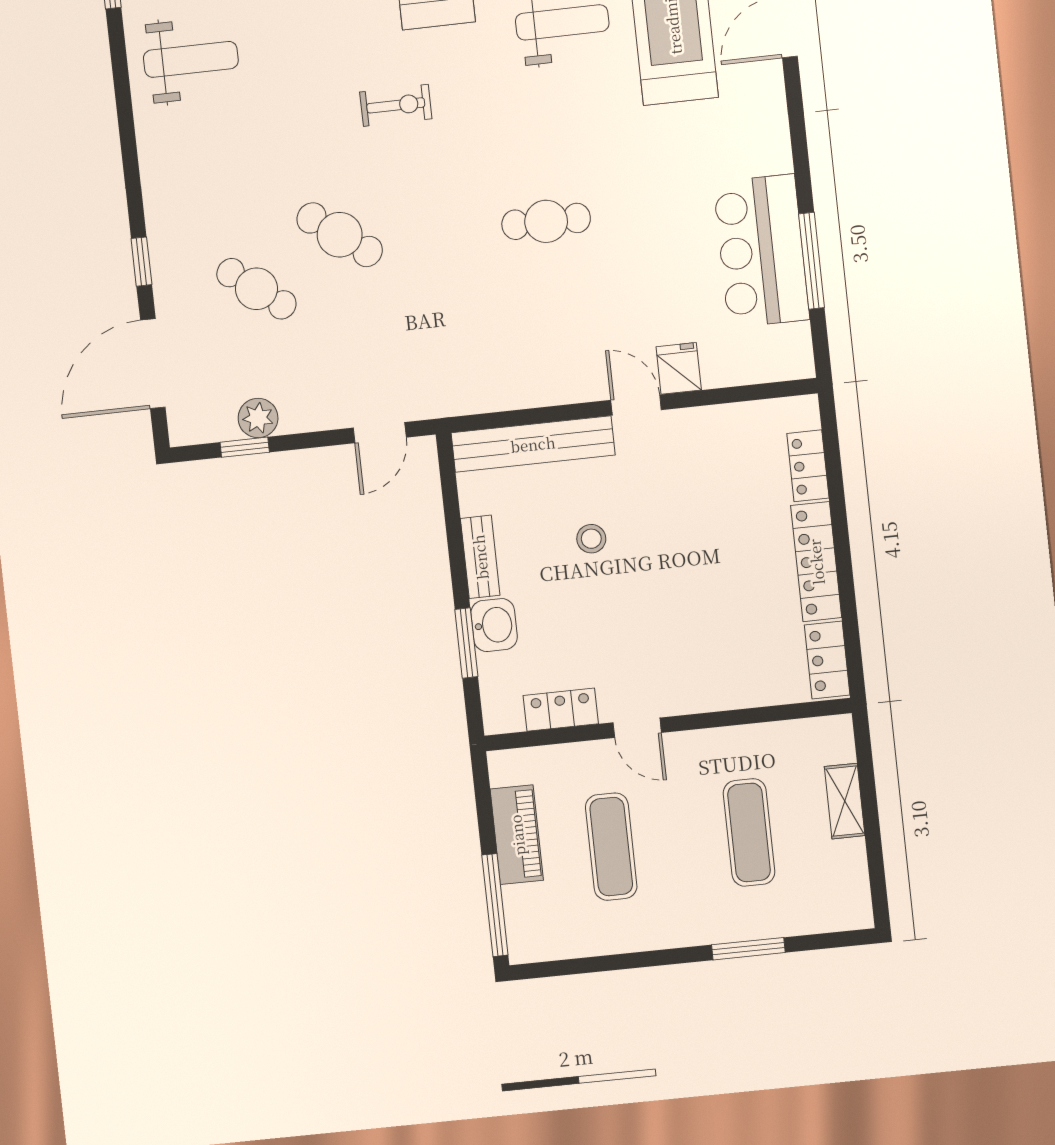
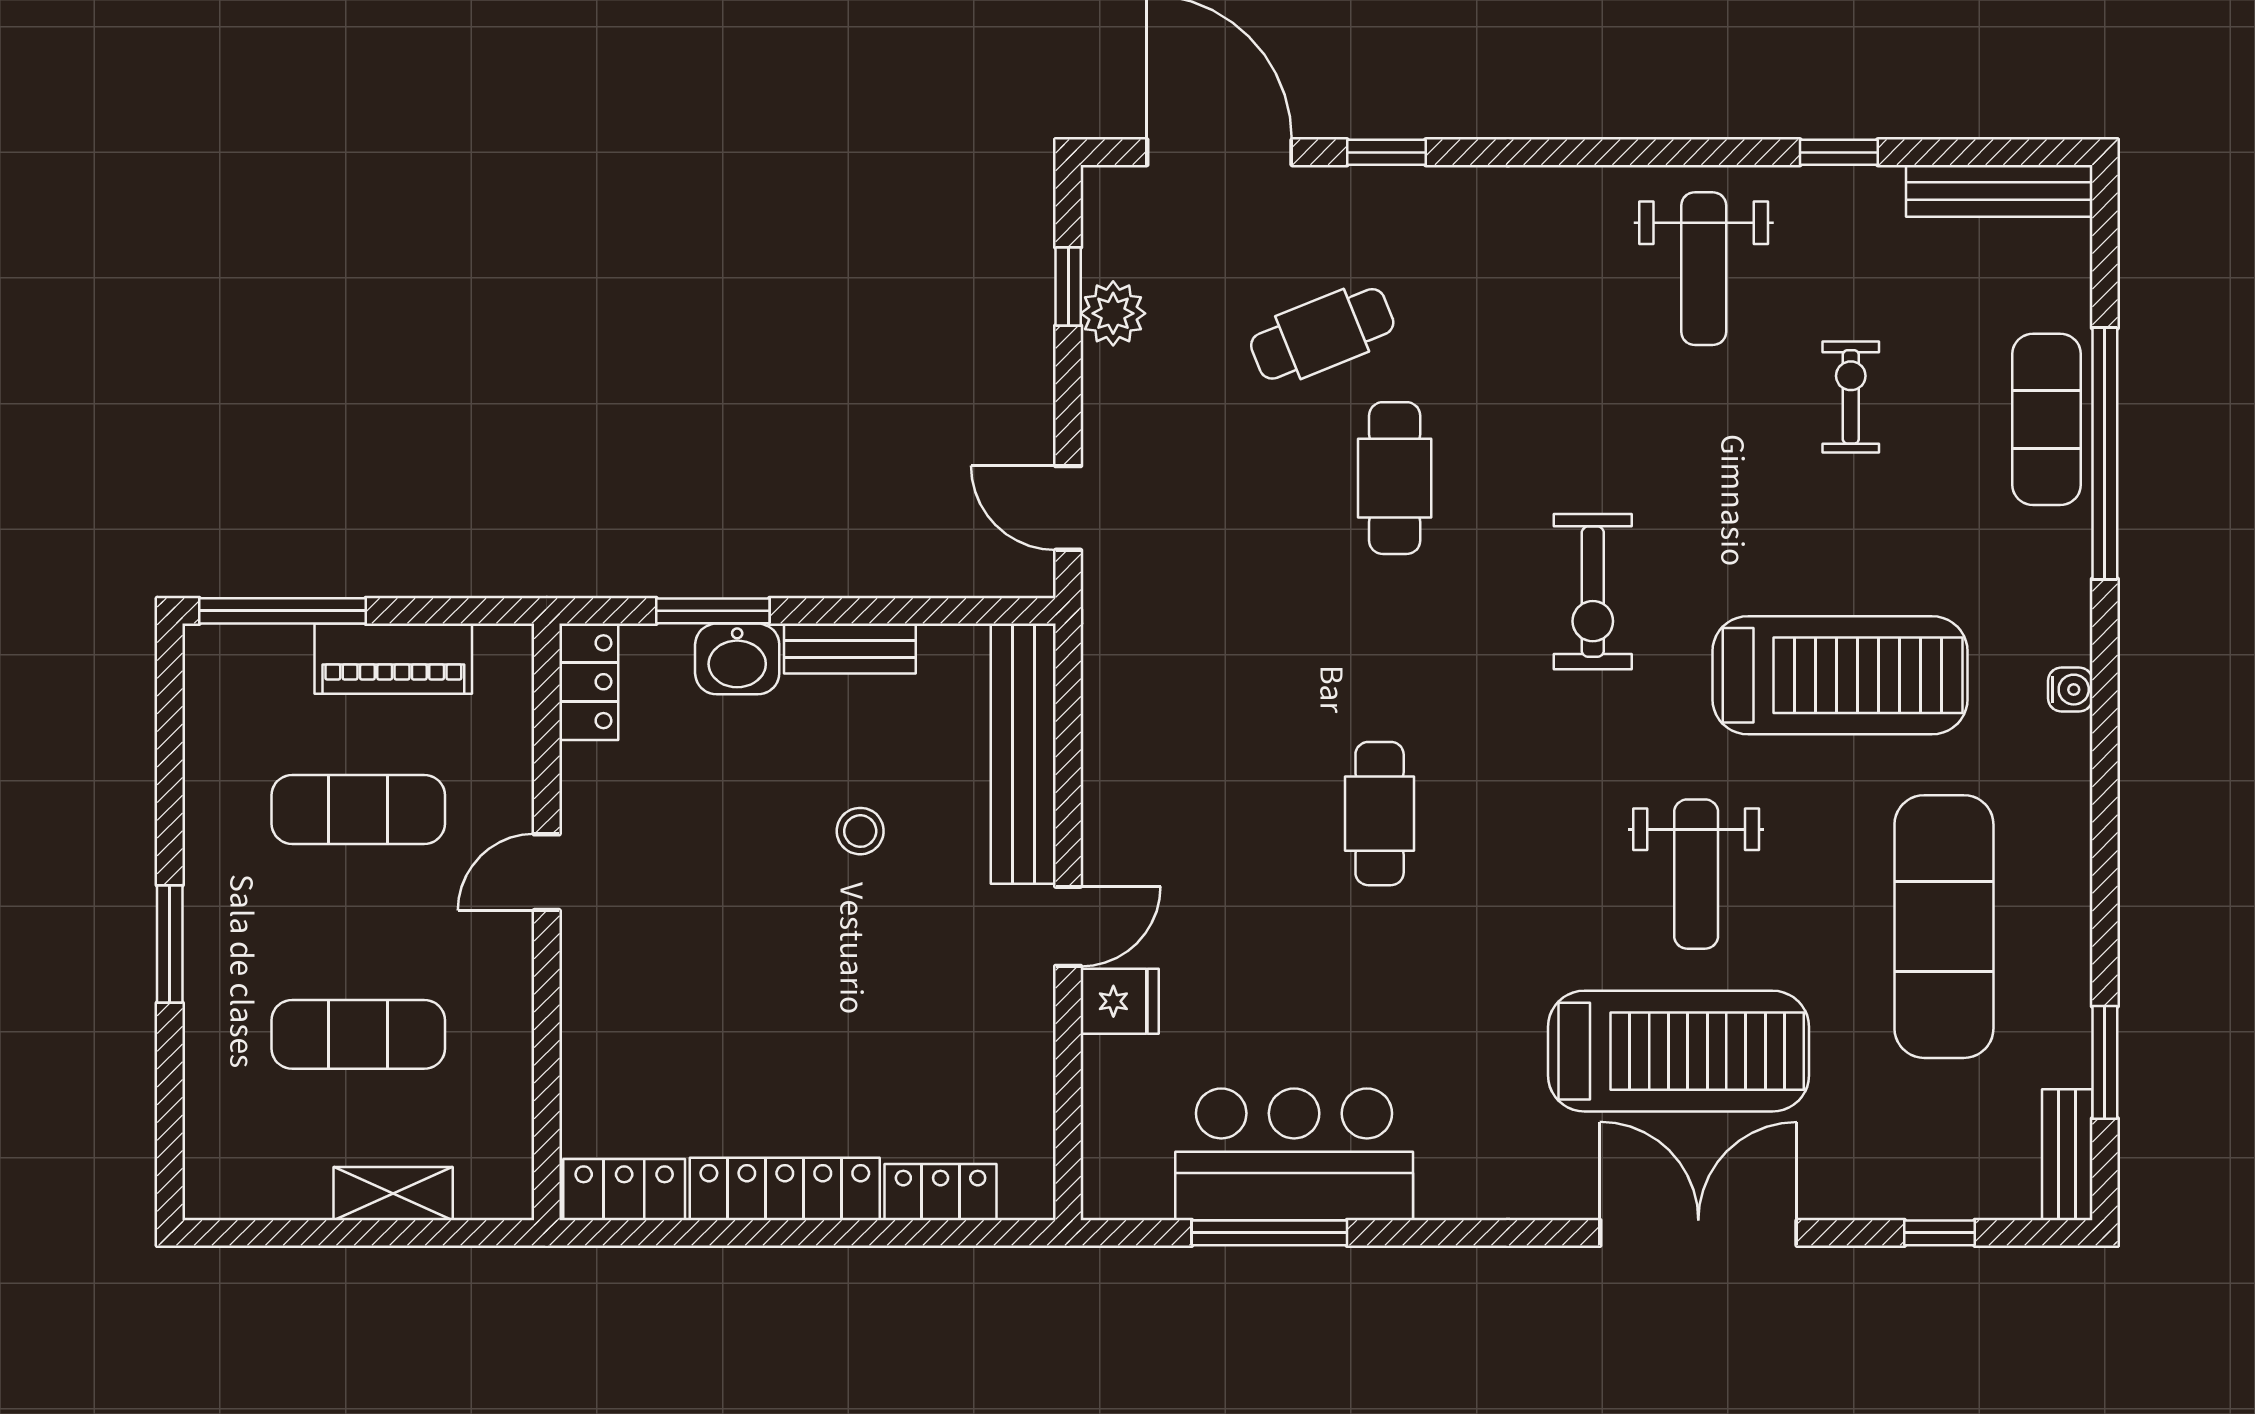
exercise bike: (396, 105) -> (1593, 592), width x1.38, depth x1.39
cafe table: (340, 235) -> (1395, 478), turned -37
cafe table: (256, 289) -> (1322, 334), turned 30
locker: (561, 710) -> (589, 682), moved
window: (748, 949) -> (170, 944), moved

